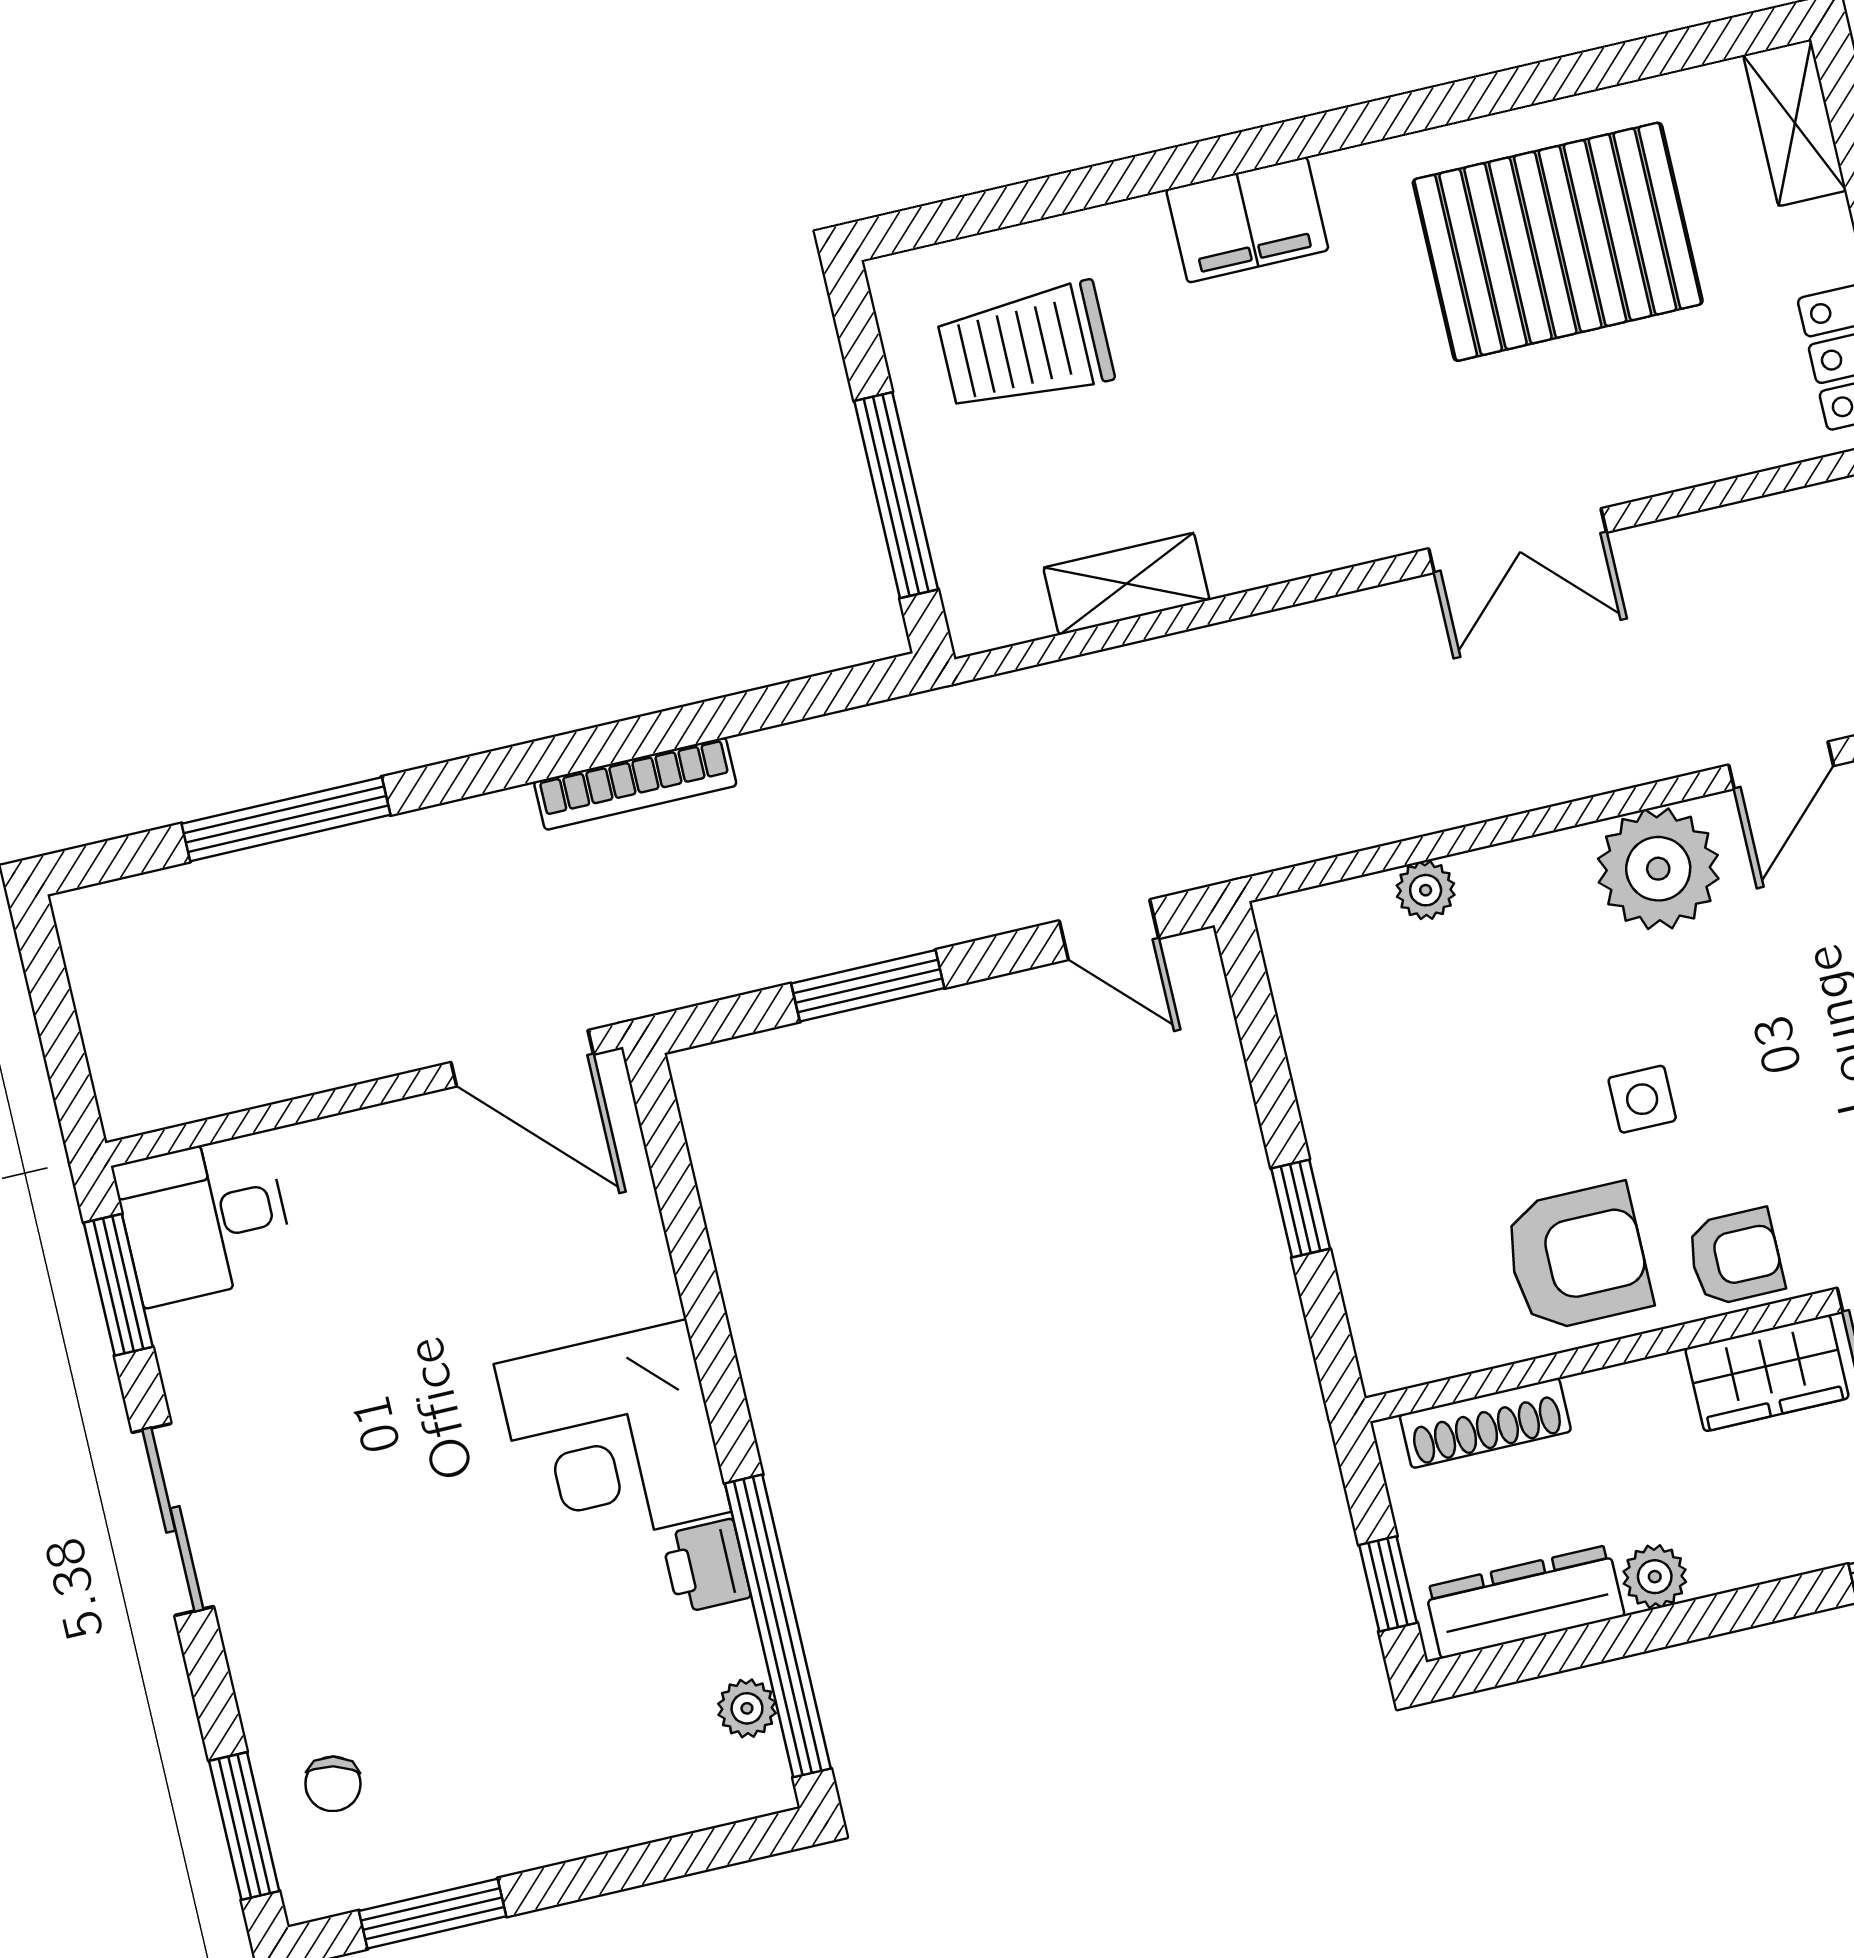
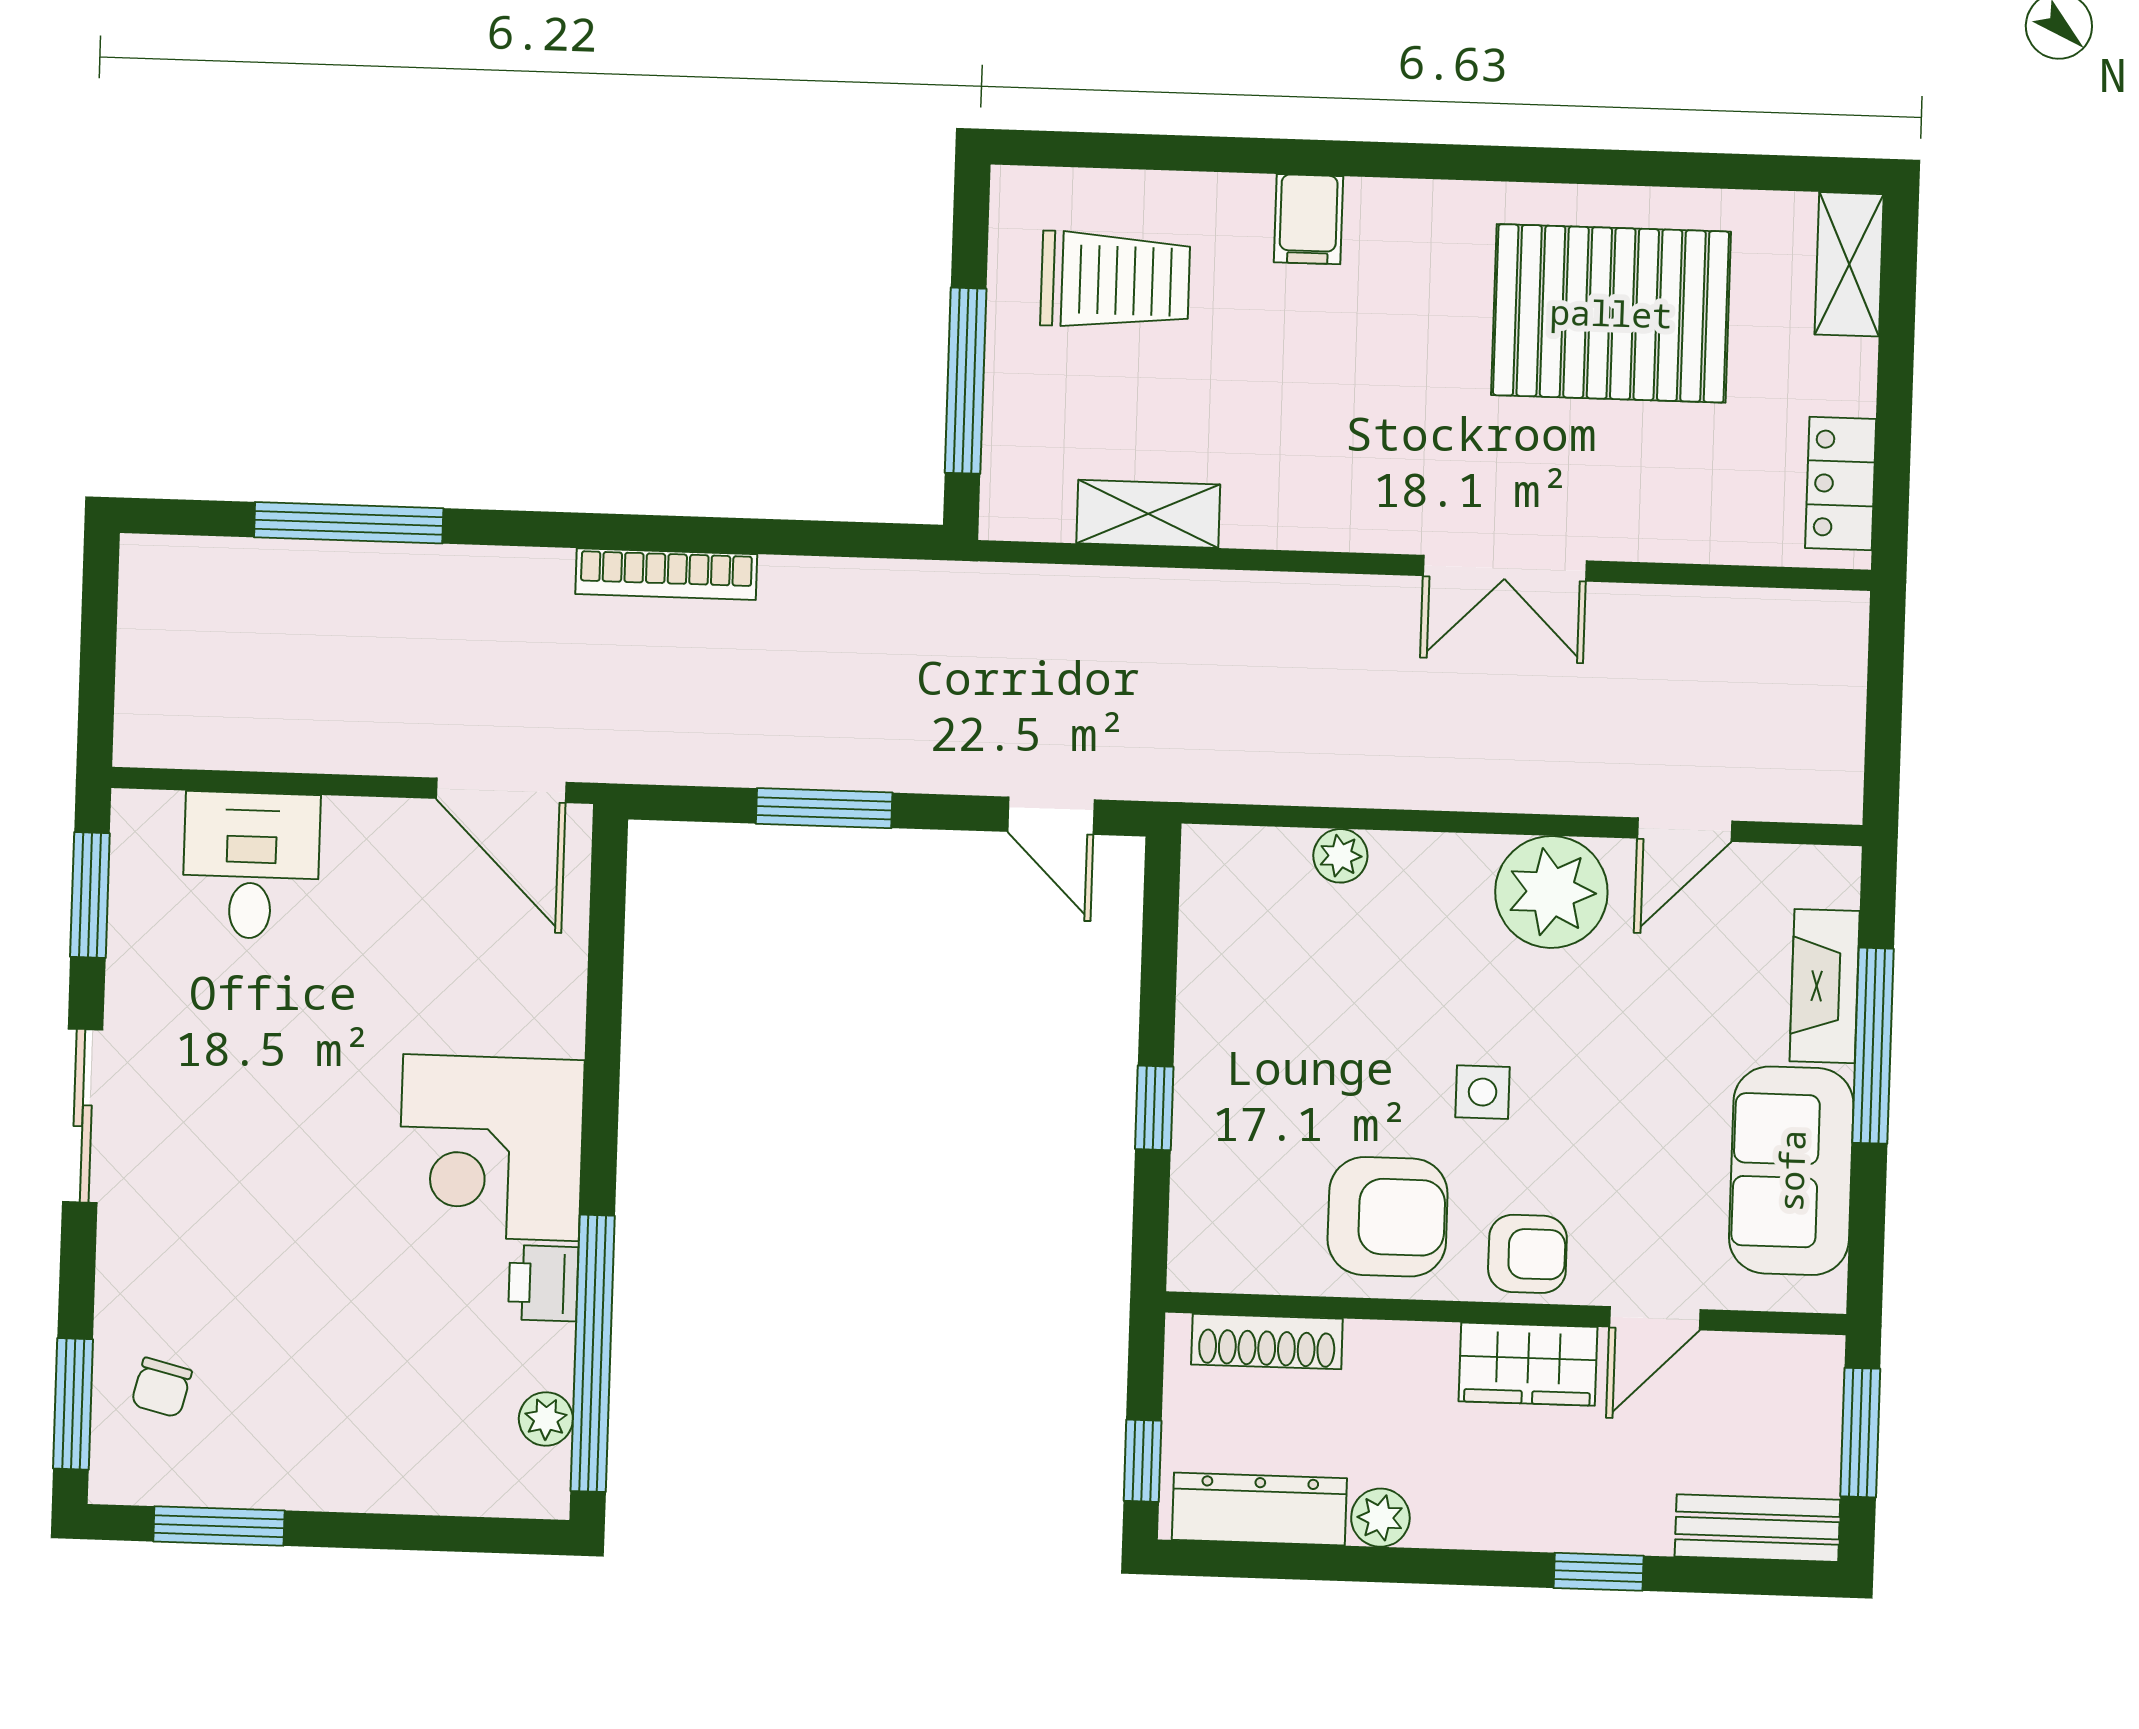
filing cabinet: (1247, 220) -> (1308, 219), width x0.50
trolley: (1026, 347) -> (1115, 280), turned 180
desk: (204, 1220) -> (251, 865), moved, turned 90

